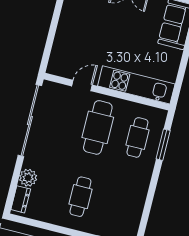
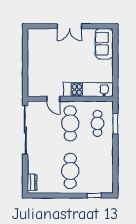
door: (82, 86) -> (53, 99), swing flipped
plant: (28, 178) -> (33, 167), removed
cafe table: (80, 197) -> (70, 171), width x1.37, depth x1.35

